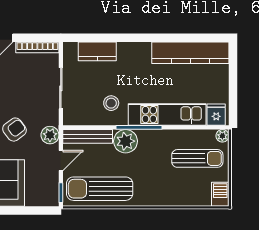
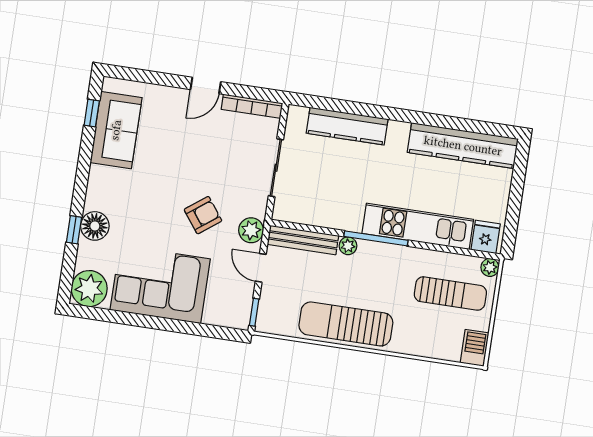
kitchen counter: (97, 51) -> (347, 126), width x1.50
stool: (111, 103) -> (343, 199), removed
plant: (126, 141) -> (348, 246), width x0.53, depth x0.53
door: (61, 161) -> (261, 268), swing flipped
sun lounger: (100, 189) -> (346, 324), moved

